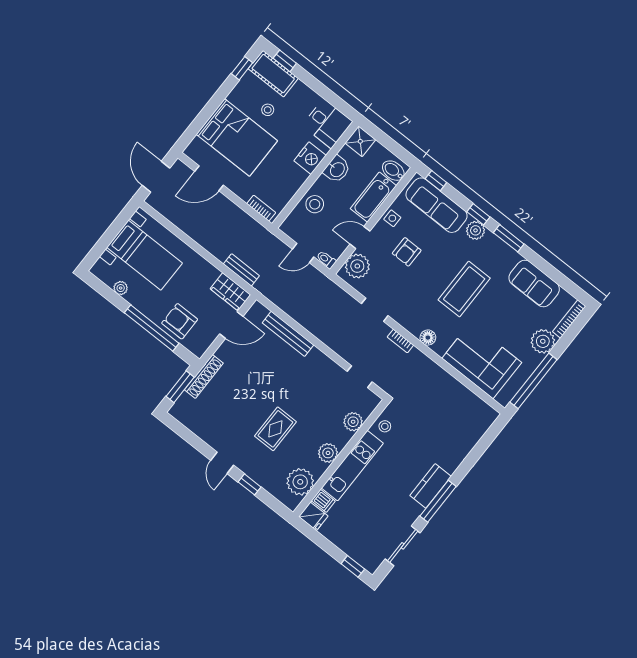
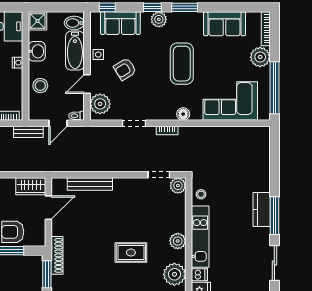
nightstand: (310, 158) -> (17, 63), width x0.53, depth x0.56
sofa: (437, 205) -> (120, 23), width x0.73
armchair: (407, 252) -> (125, 69), turned 58
bench: (241, 270) -> (28, 132), moved
plant: (353, 422) -> (178, 186), moved
rug: (275, 429) -> (131, 252), turned 90

